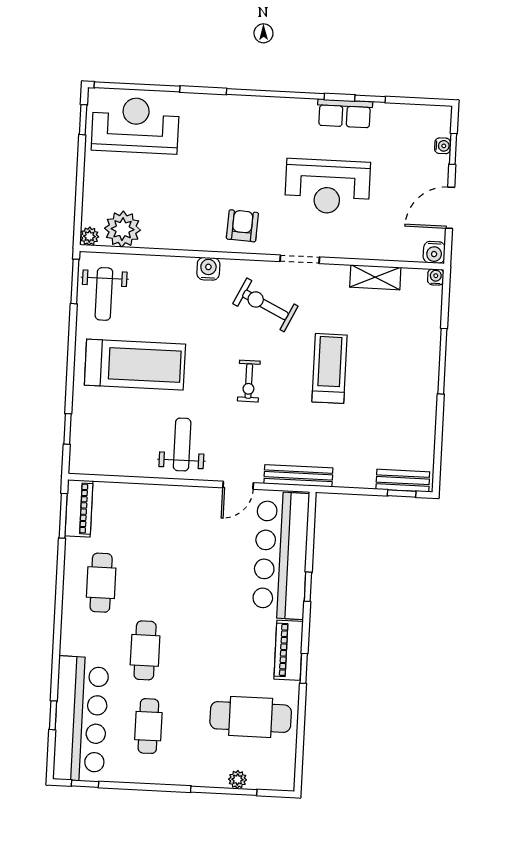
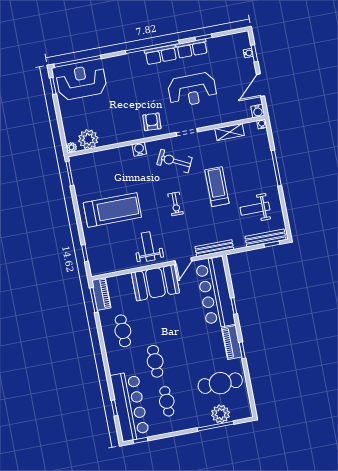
row of seats: (287, 111) -> (161, 55), added
weight bench: (104, 294) -> (255, 209), moved, turned 90
bench: (403, 481) -> (266, 238), width x1.36
booth: (179, 512) -> (155, 283), added
plant: (238, 779) -> (221, 414), width x1.88, depth x1.88

